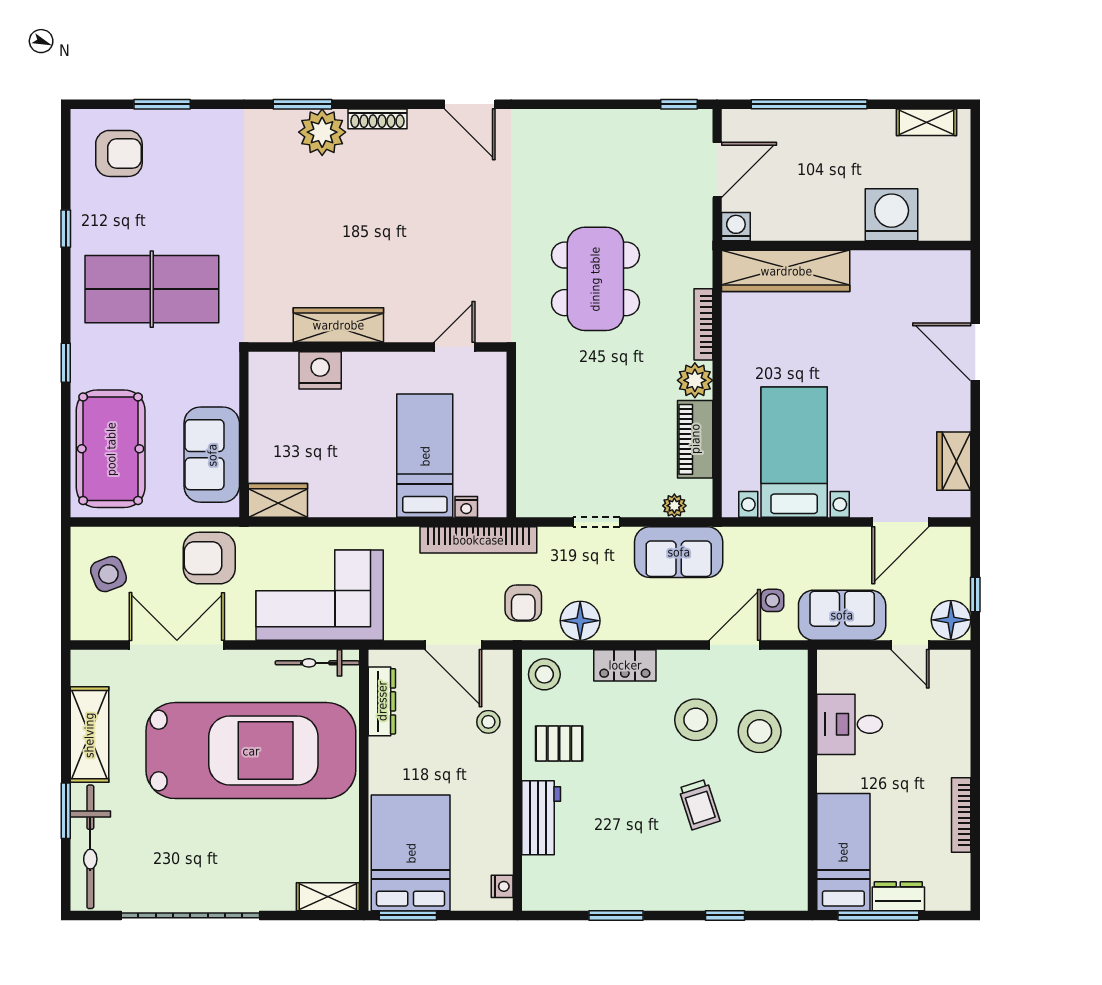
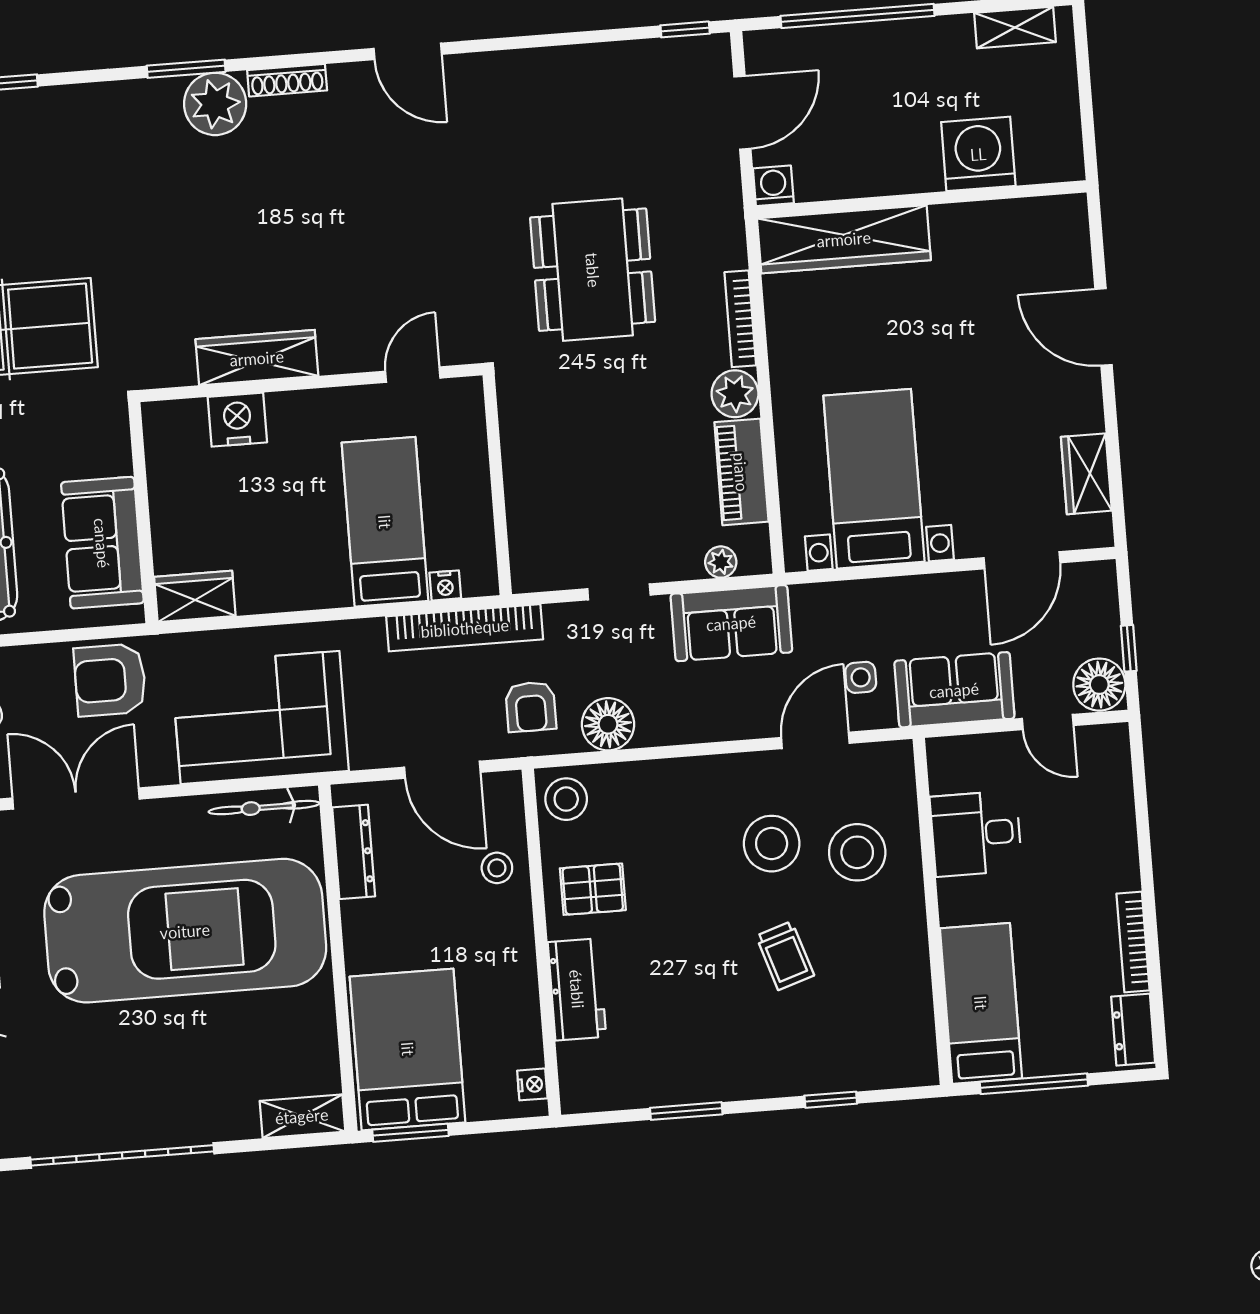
locker: (625, 665) -> (672, 779), removed
dresser: (898, 896) -> (1133, 1030), moved, turned -90

